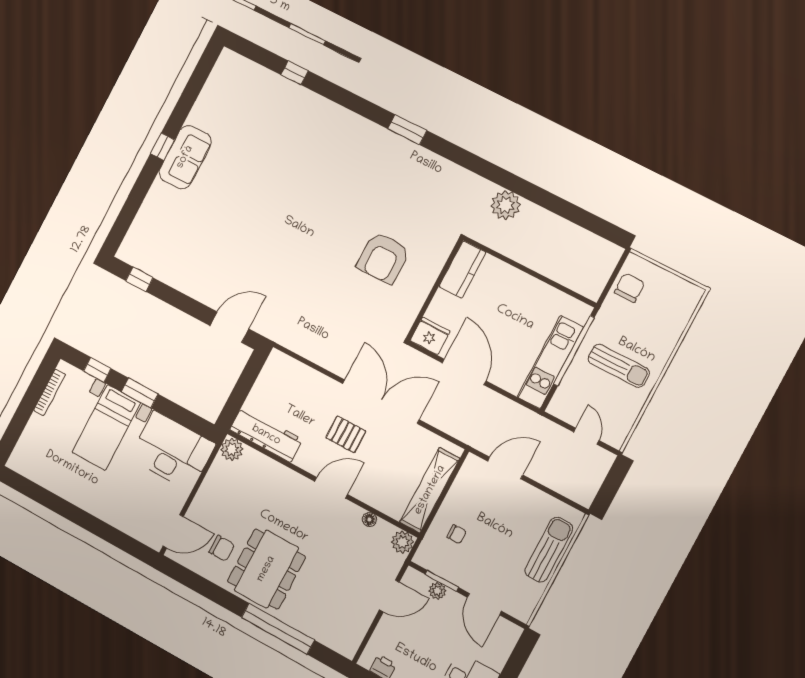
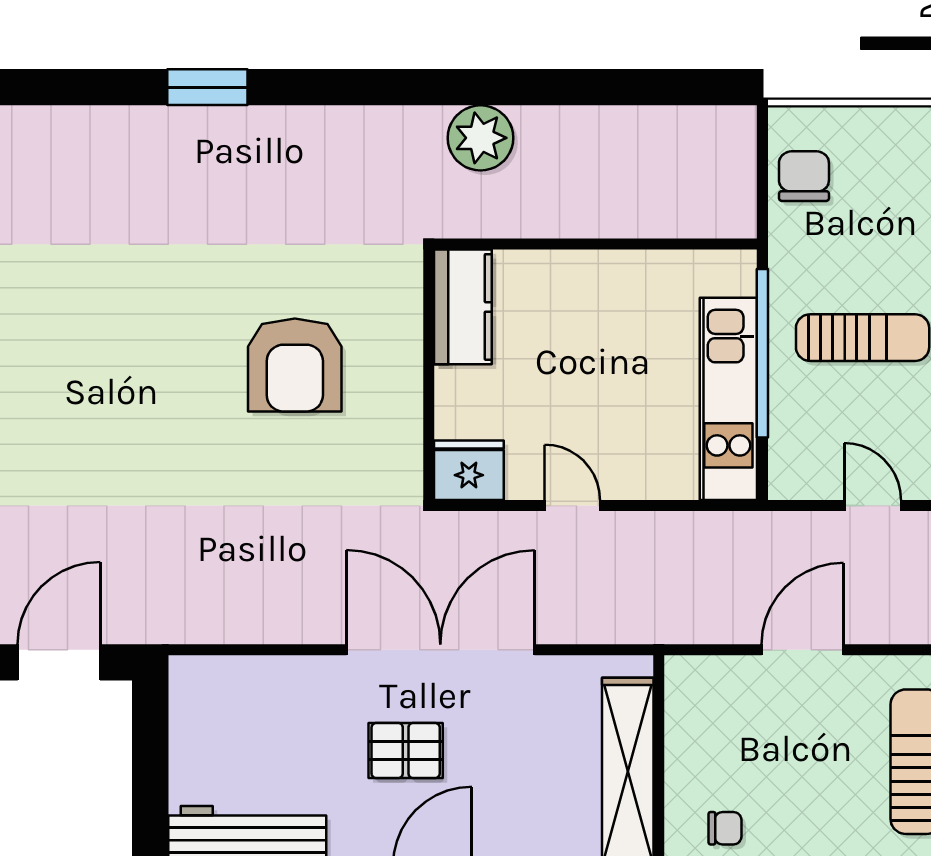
door: (464, 372) -> (572, 505), width x0.53
door: (505, 468) -> (803, 650), moved

